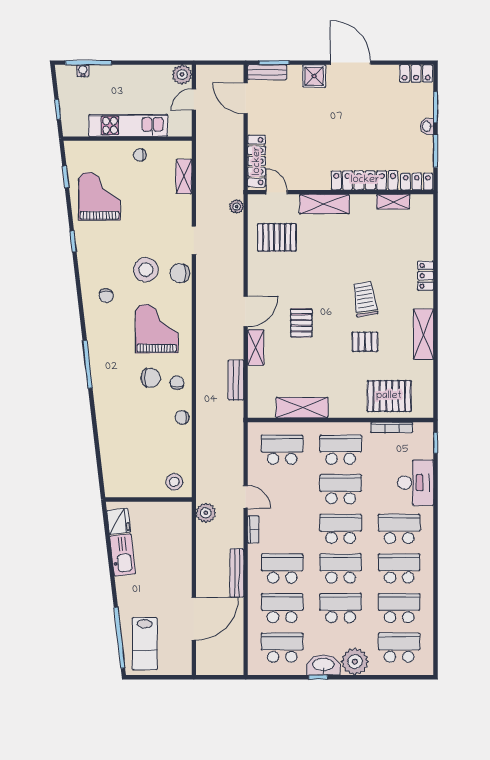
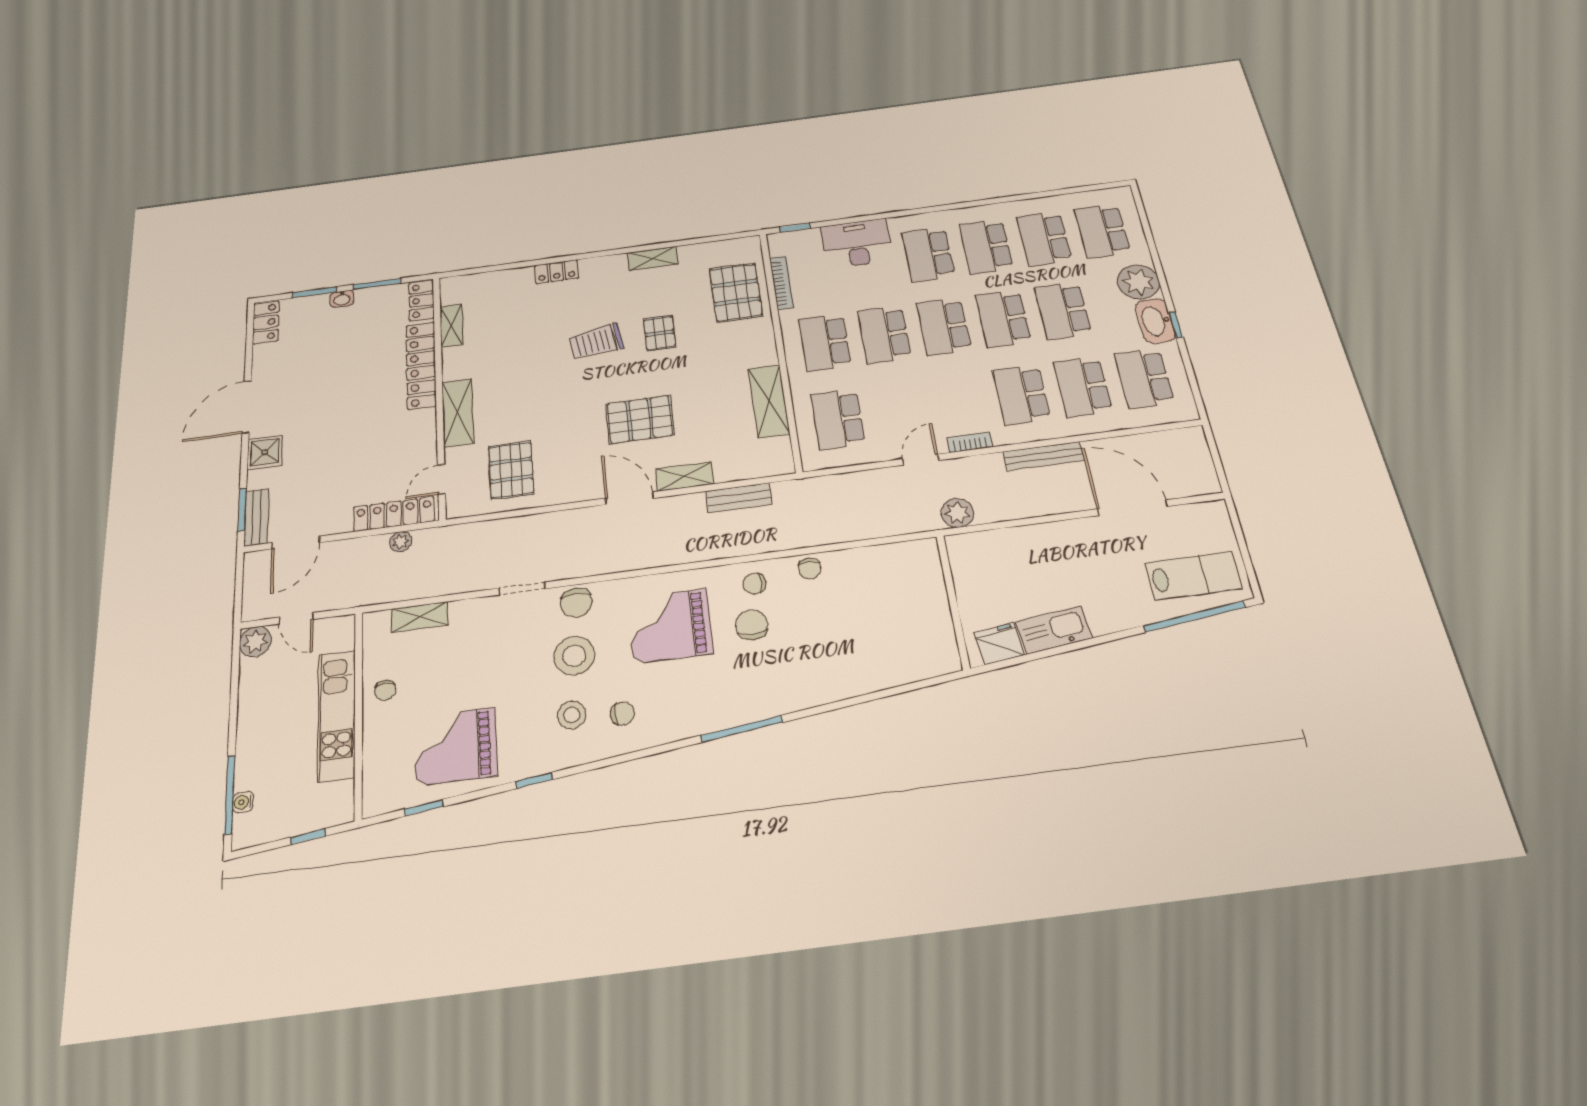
plant: (237, 207) -> (401, 542), moved
pallet: (301, 323) -> (640, 419), width x1.50, depth x1.42
shelving: (423, 334) -> (653, 258), width x0.67, depth x0.75
stool: (174, 482) -> (572, 715), moved

